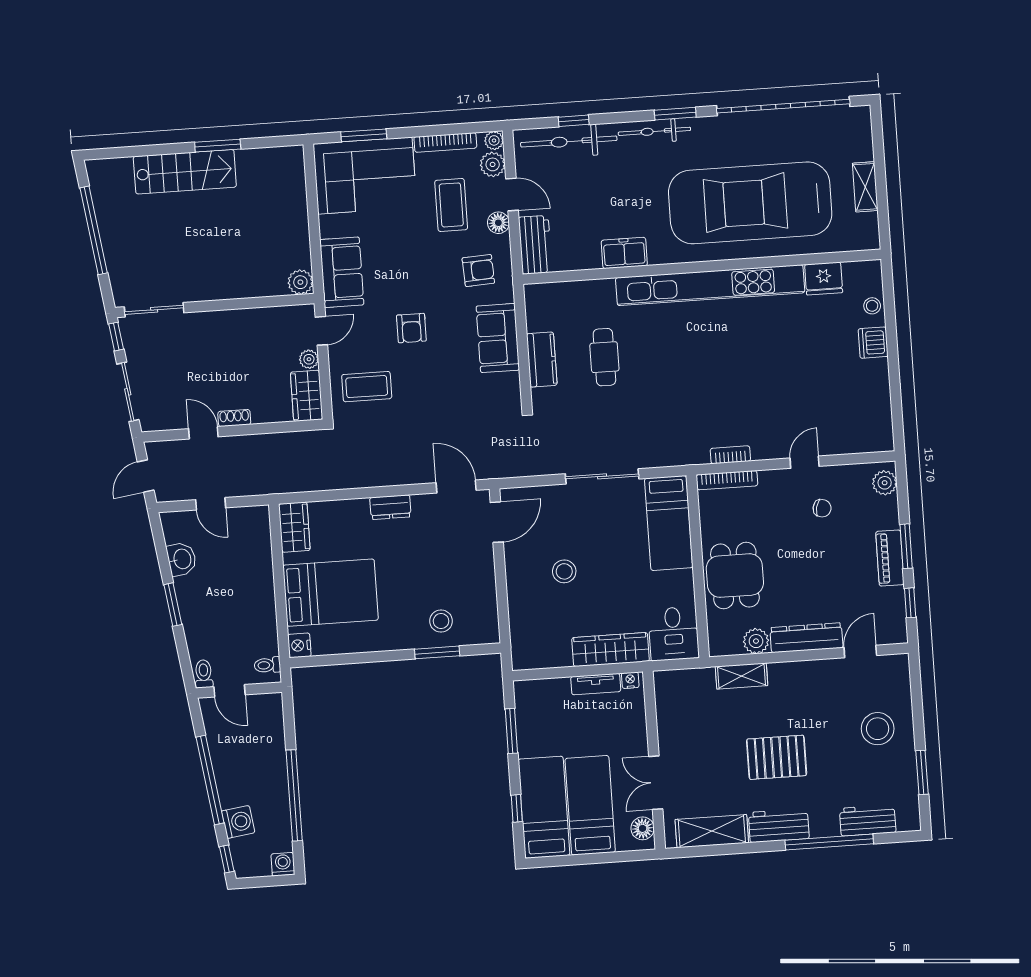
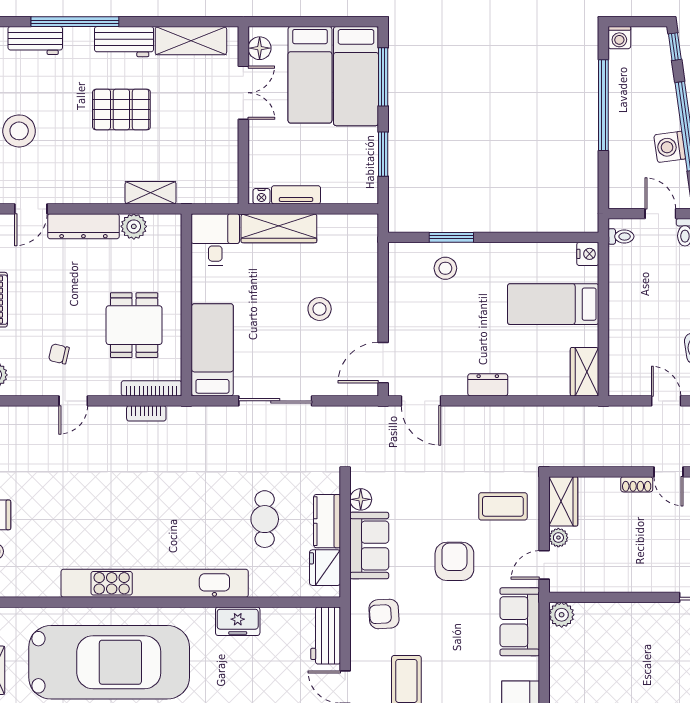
floor lamp: (498, 223) -> (361, 499), moved
fridge: (824, 279) -> (325, 568), moved, turned -90
armchair: (411, 328) -> (454, 561), width x1.38, depth x1.38
dining table: (735, 576) -> (134, 325), moved
bed: (331, 593) -> (553, 304), width x0.67
window: (517, 808) -> (383, 77), width x2.17
washing machine: (238, 822) -> (670, 147), moved

